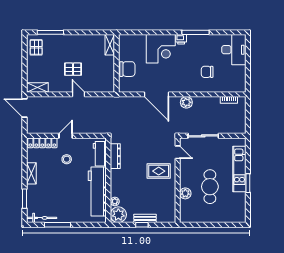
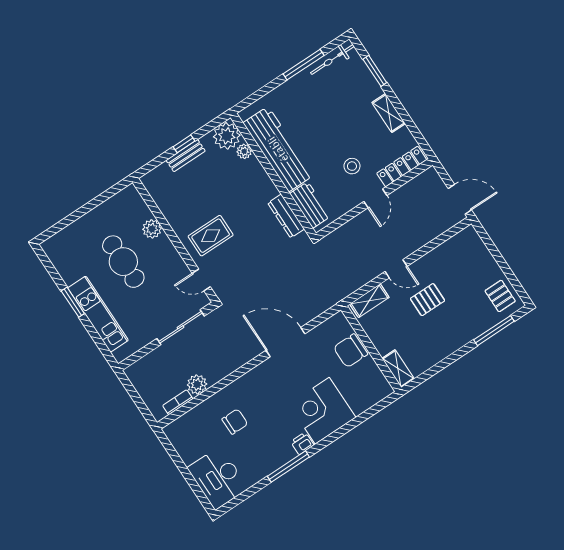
shelving: (37, 87) -> (369, 301), moved
plant: (186, 102) -> (197, 384), moved

